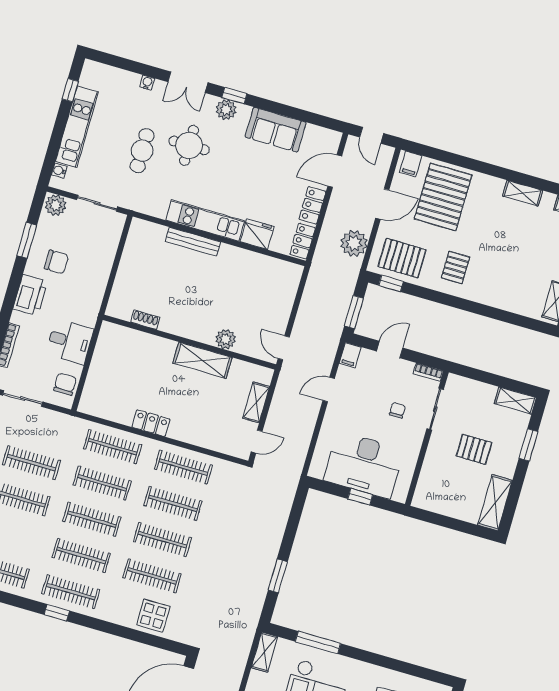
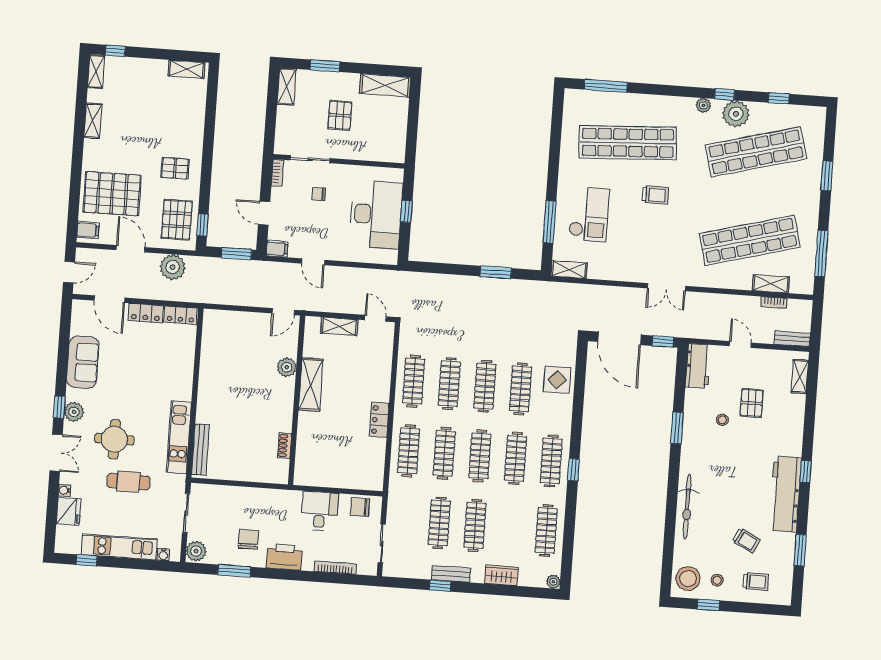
kitchen unit: (205, 221) -> (179, 437), moved
fridge: (257, 234) -> (69, 511), moved, turned 180
bench: (193, 242) -> (200, 450), moved

